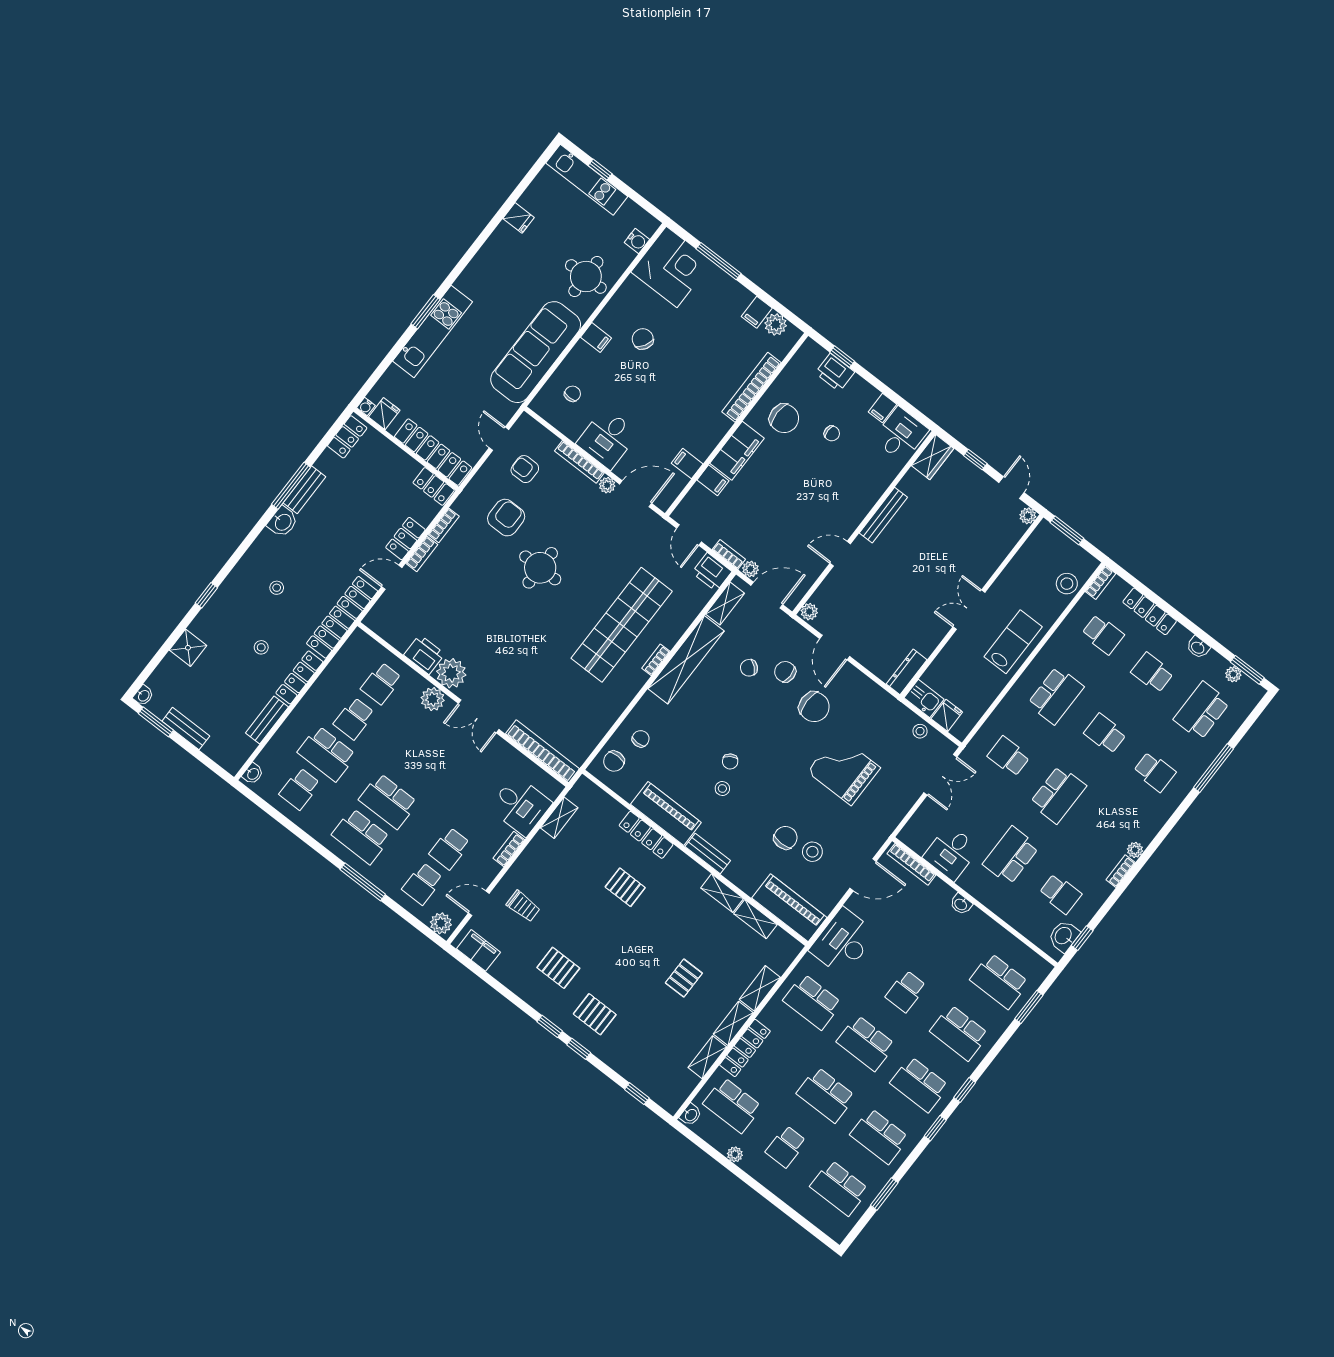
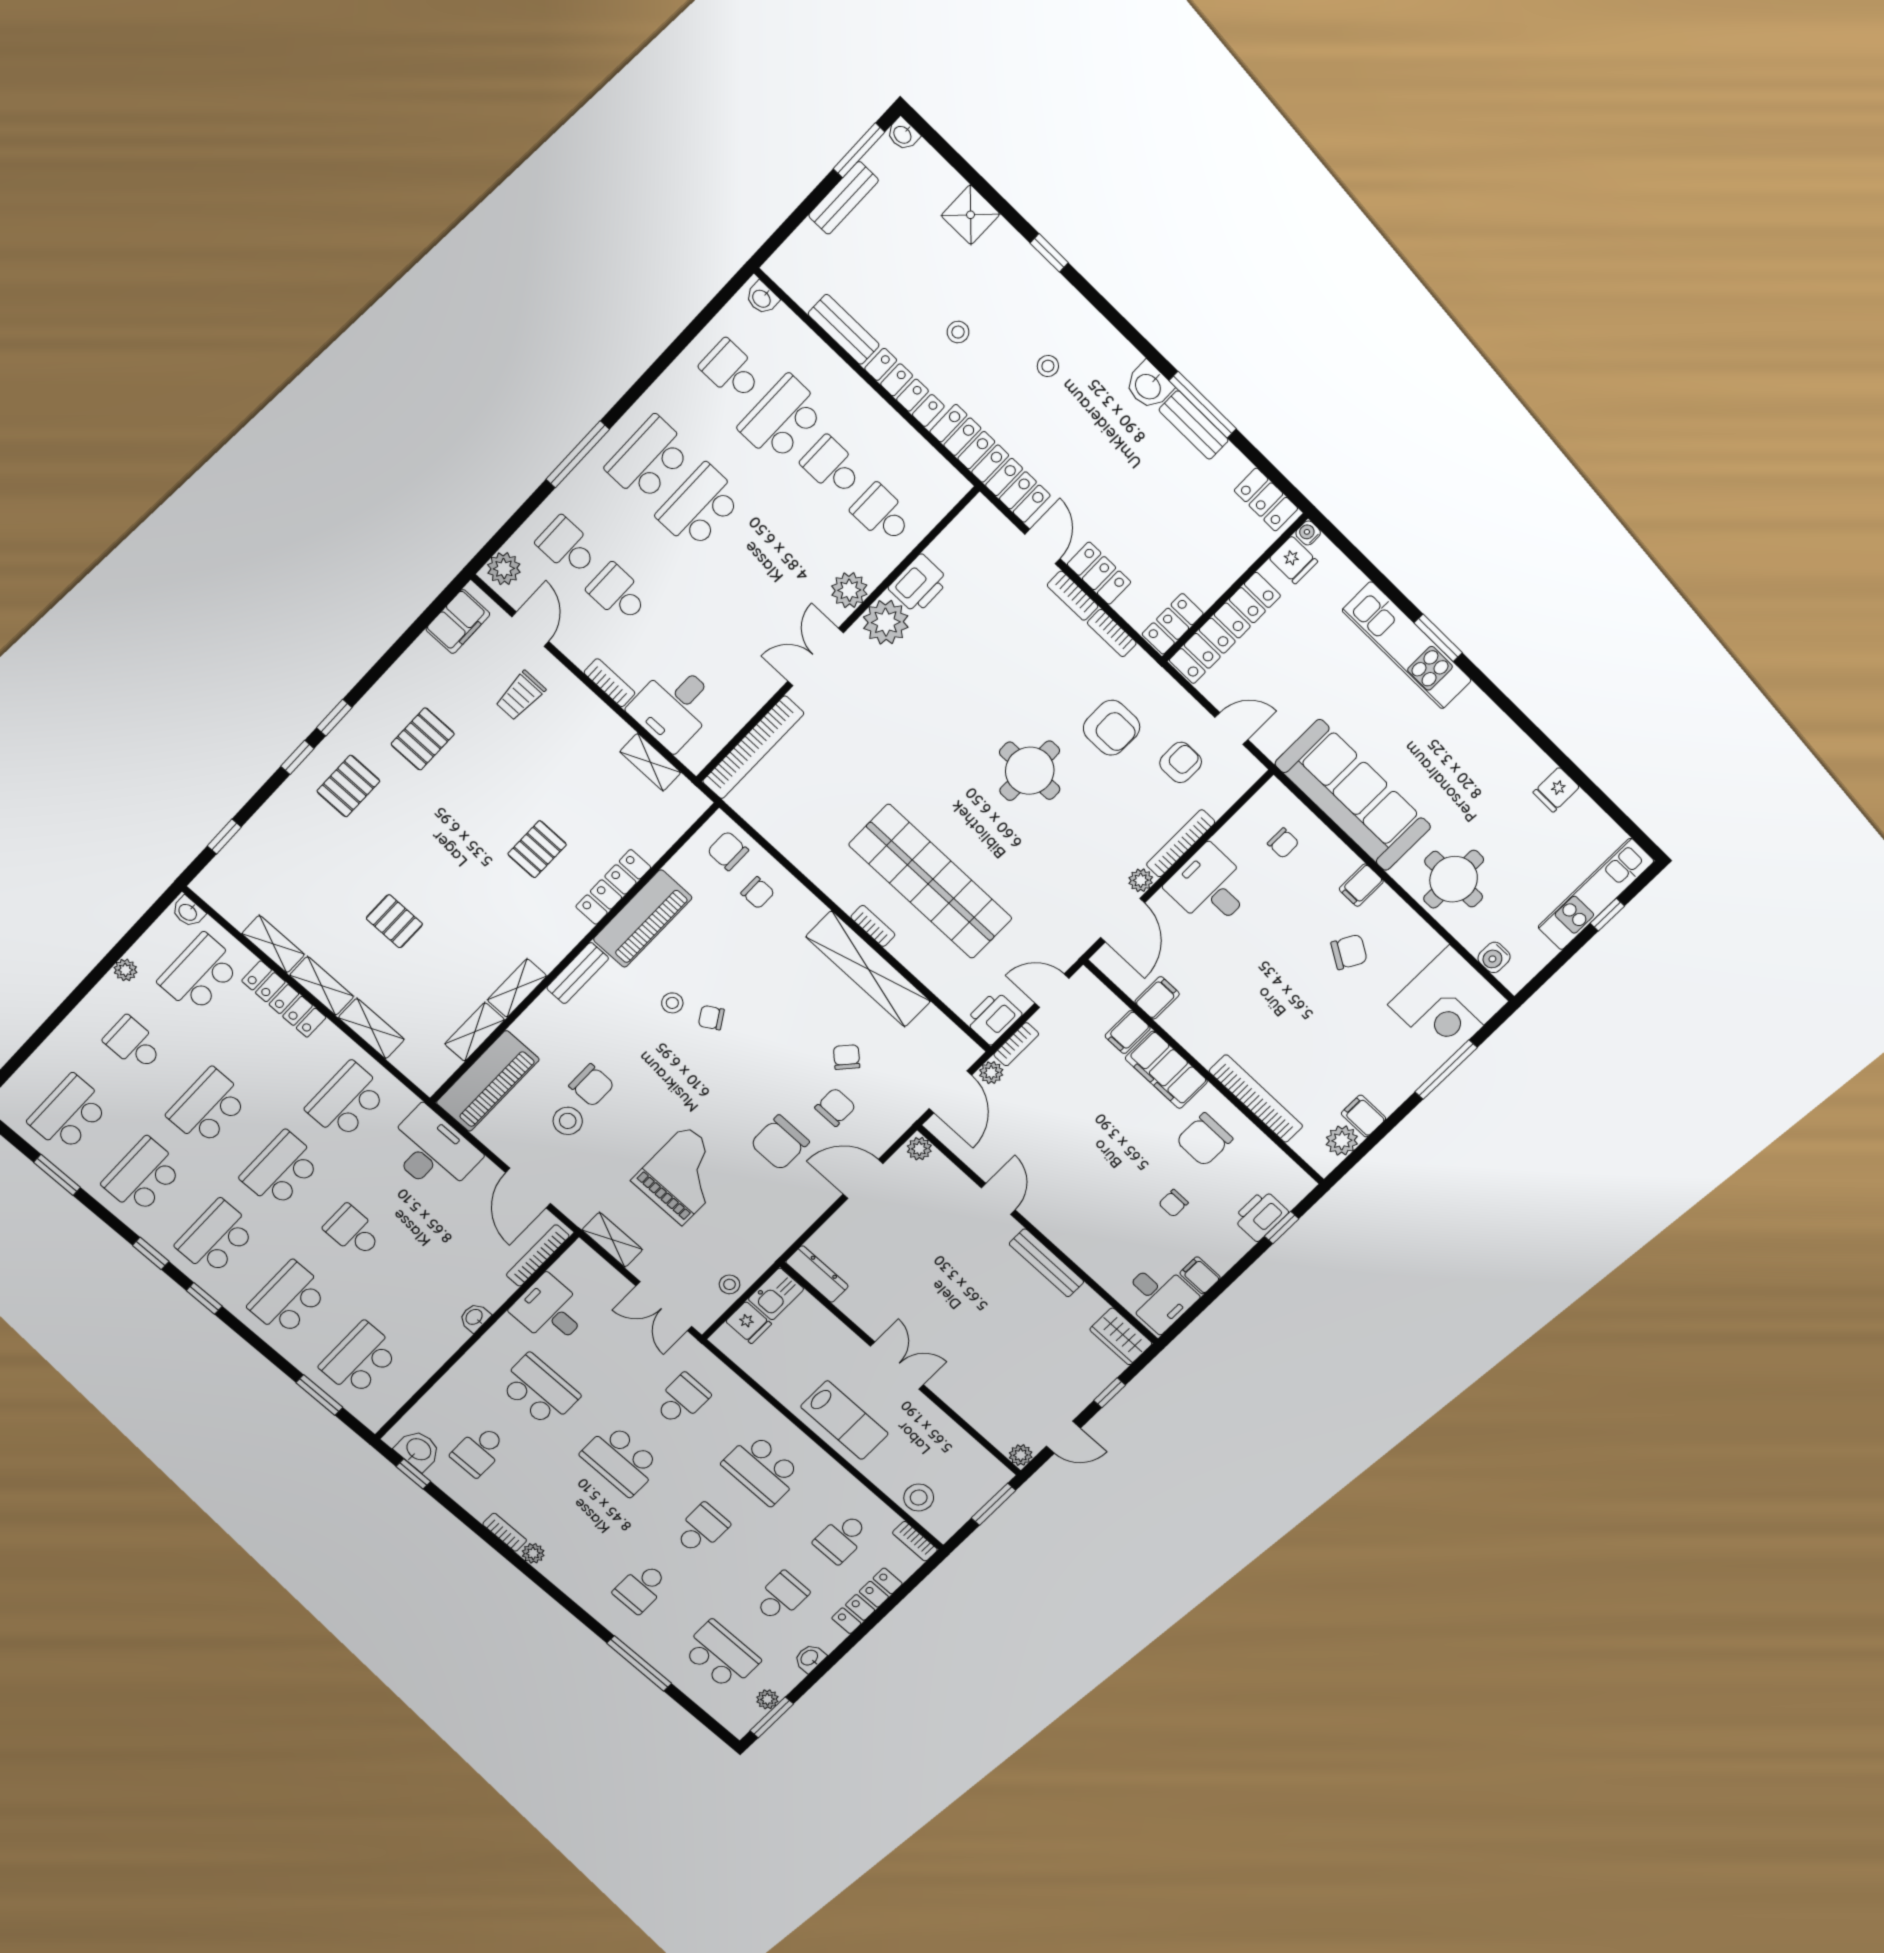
shelving: (725, 604) -> (612, 1240), moved

